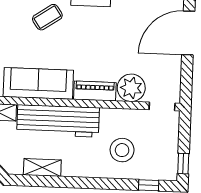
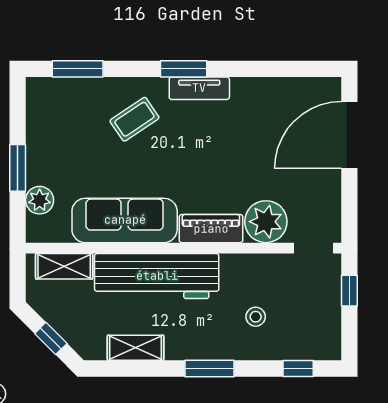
stool: (122, 150) -> (256, 317), width x0.53, depth x0.53
window: (183, 164) -> (349, 291), moved
window: (90, 183) -> (210, 369), added

